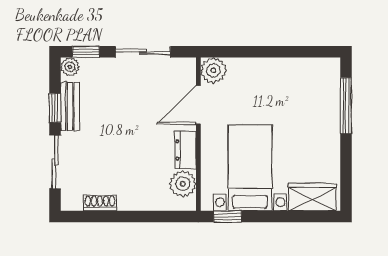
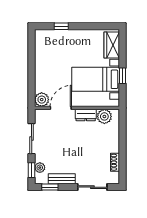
plant: (70, 67) -> (40, 168), moved
door: (198, 105) -> (61, 108), swing flipped
window: (346, 106) -> (61, 26), width x0.46
window: (55, 108) -> (50, 187), moved
window: (228, 217) -> (123, 76), moved

